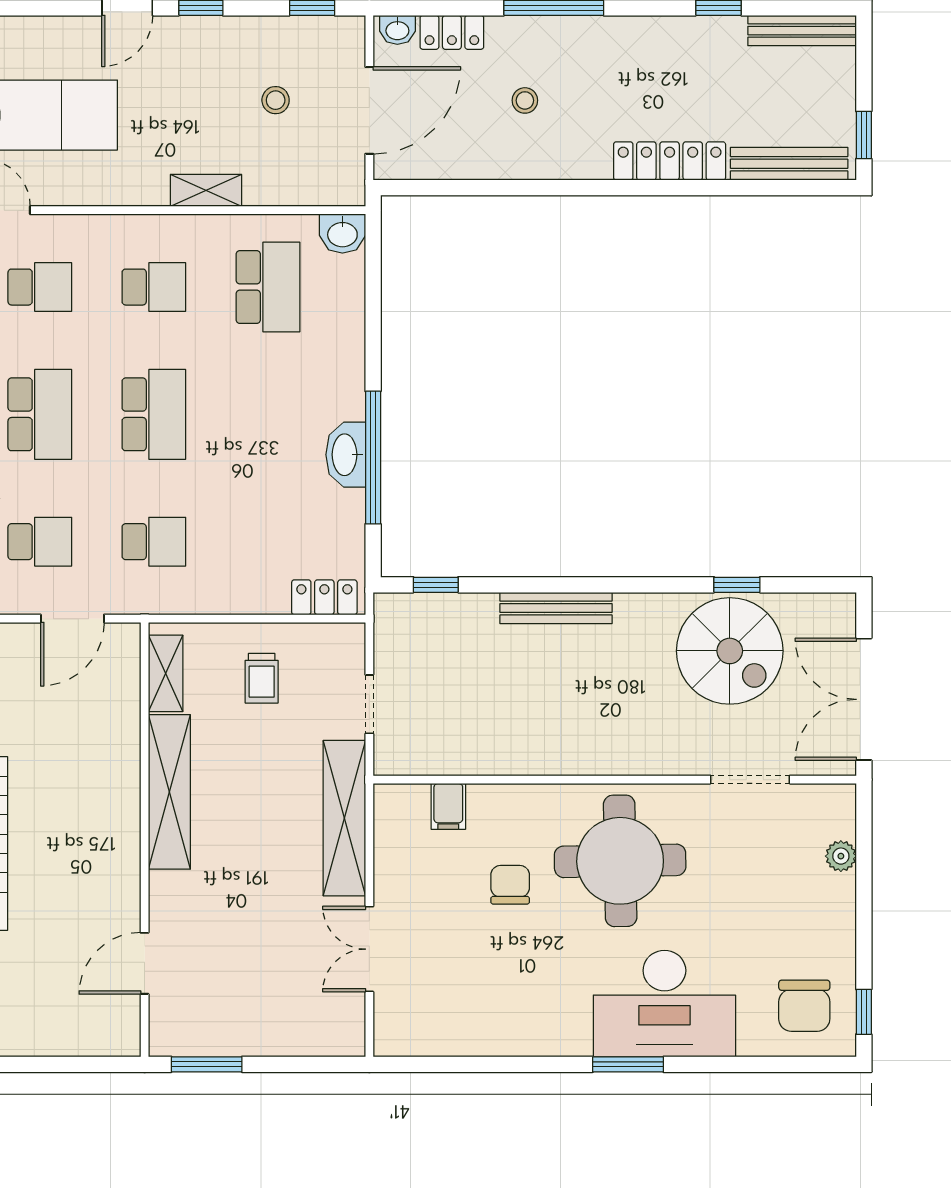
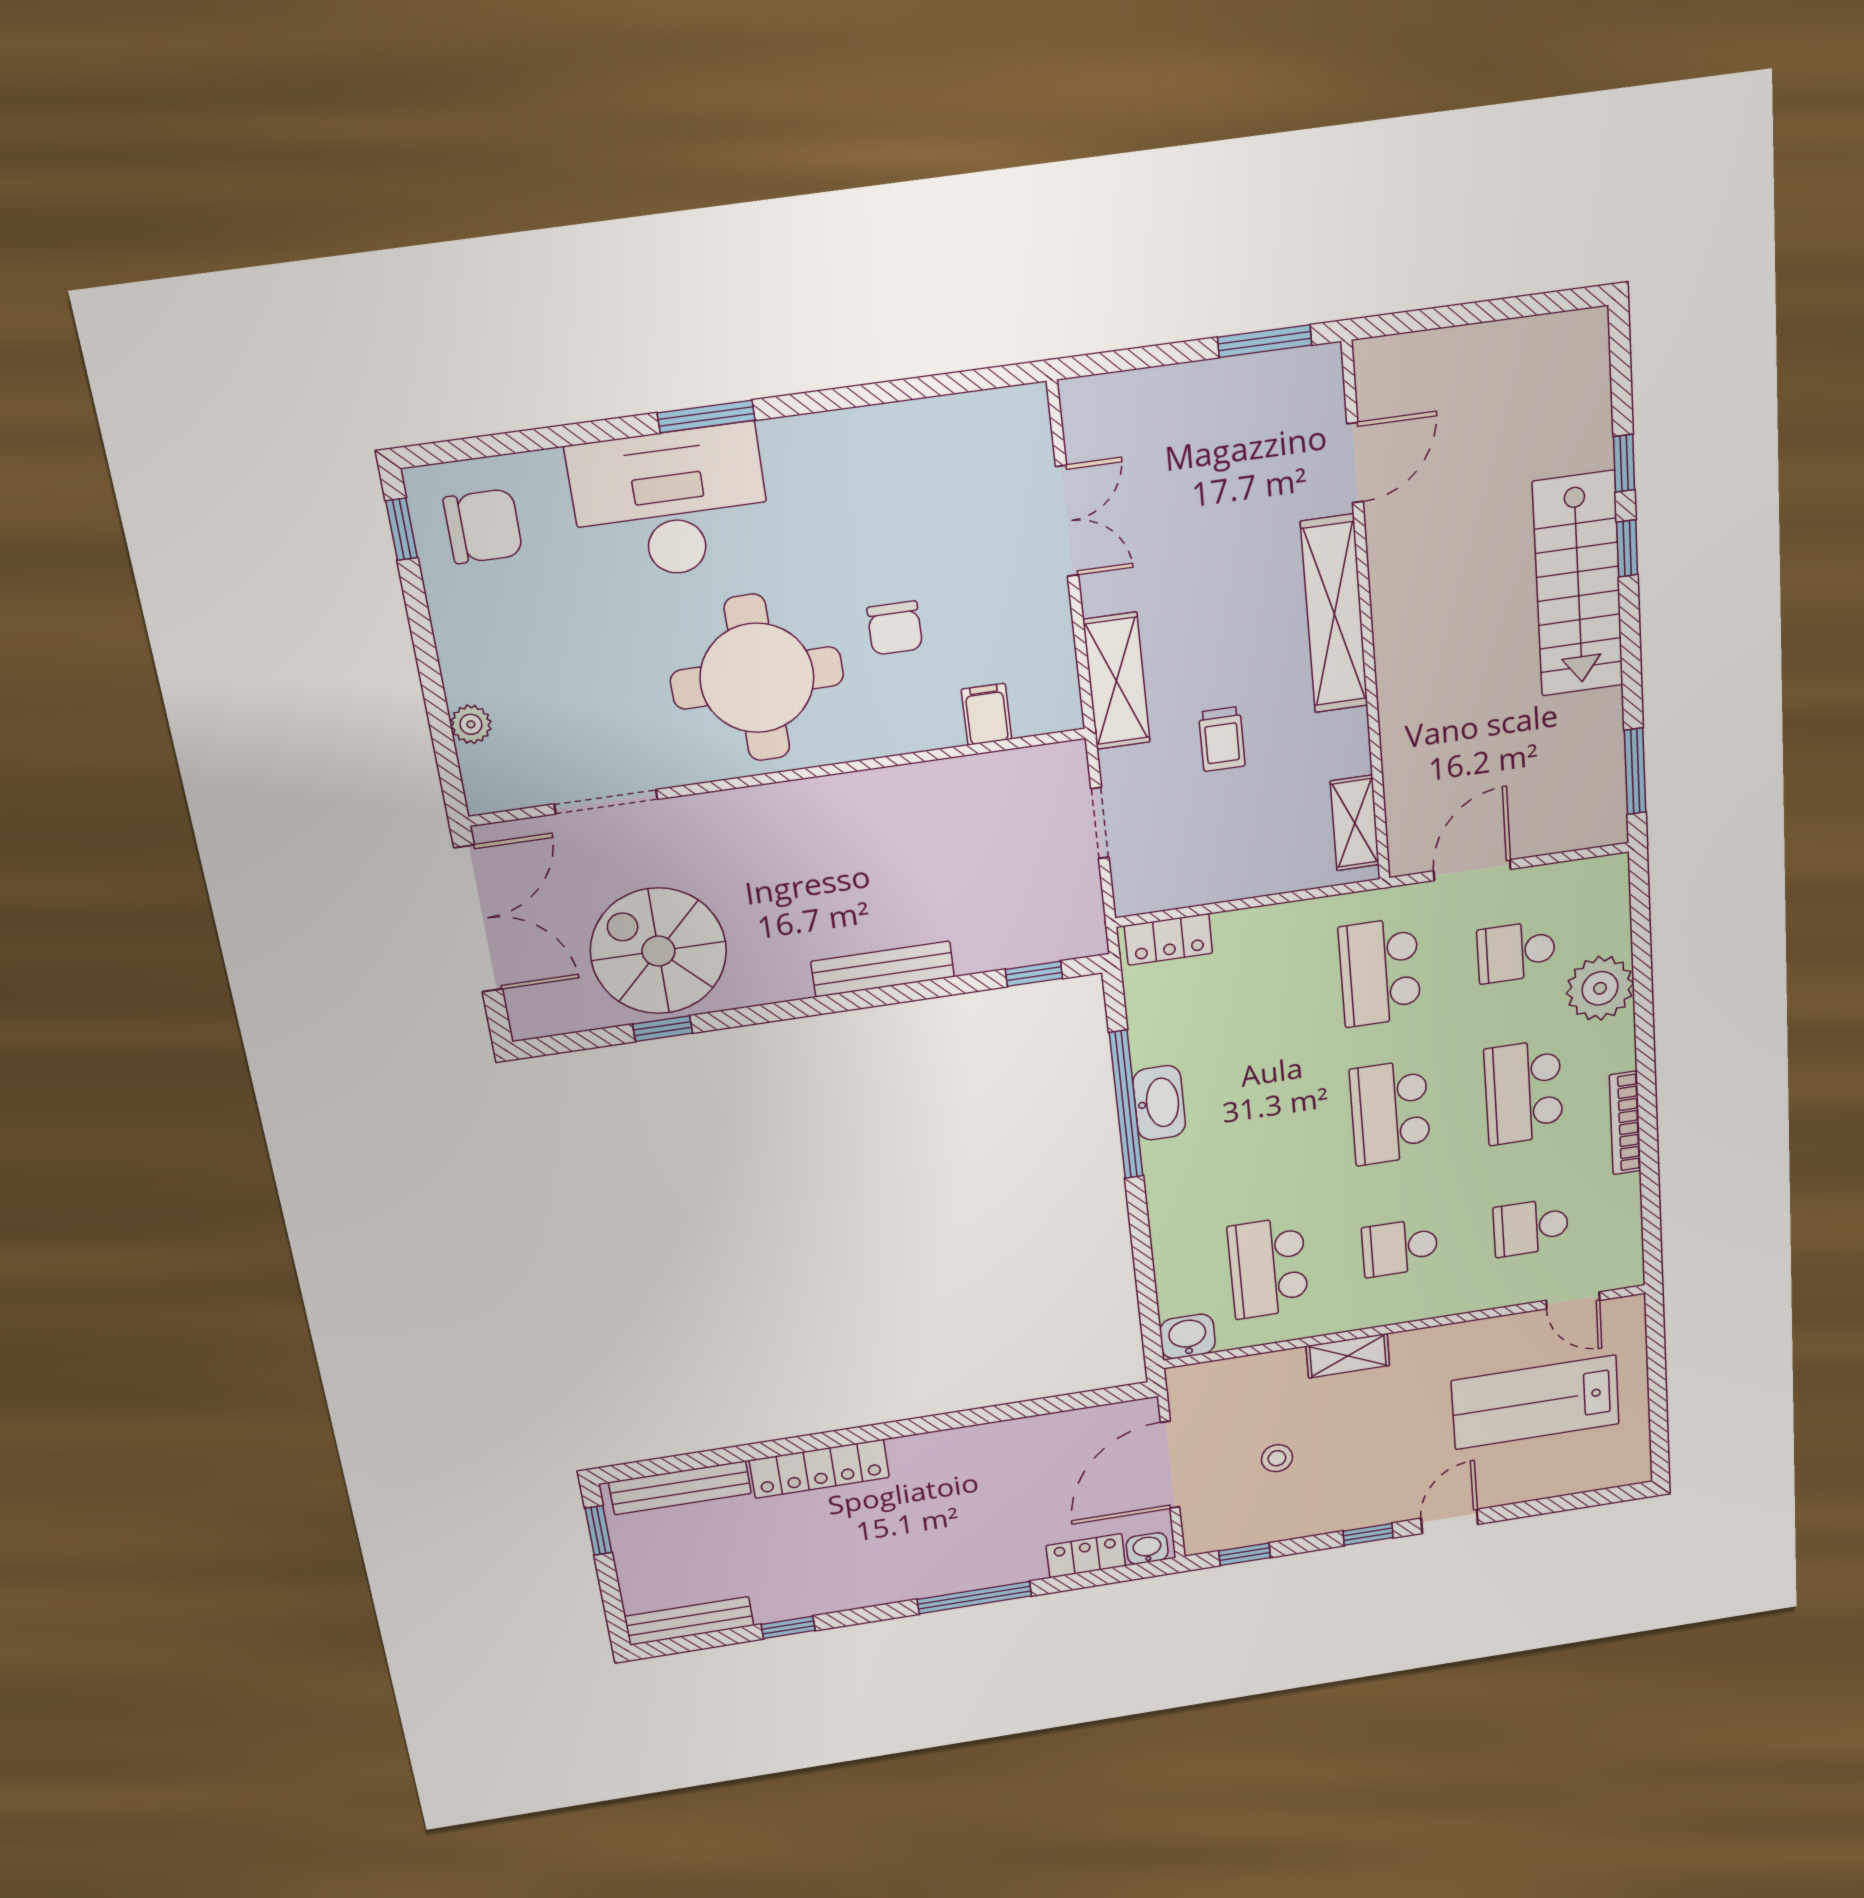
stool: (525, 100) -> (995, 1503), removed
school desk: (154, 542) -> (1380, 972), width x1.85
trolley: (262, 678) -> (1222, 739), moved, turned 180
shelving: (169, 792) -> (1334, 614), moved
shelving: (344, 818) -> (1117, 681), width x0.68
chair: (804, 1006) -> (483, 526), turned 90

